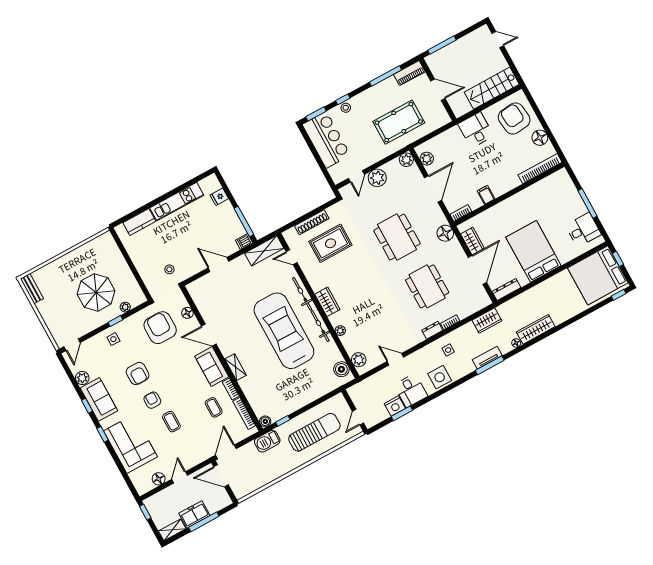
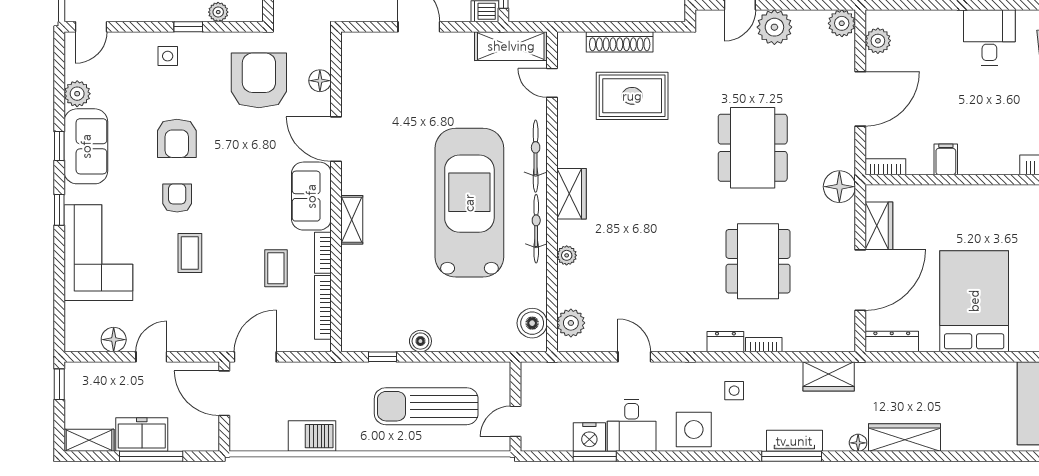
boiler: (265, 421) -> (420, 341), moved
sun lounger: (314, 432) -> (426, 406), turned 180
barbecue: (267, 441) -> (312, 436), moved, turned 180

